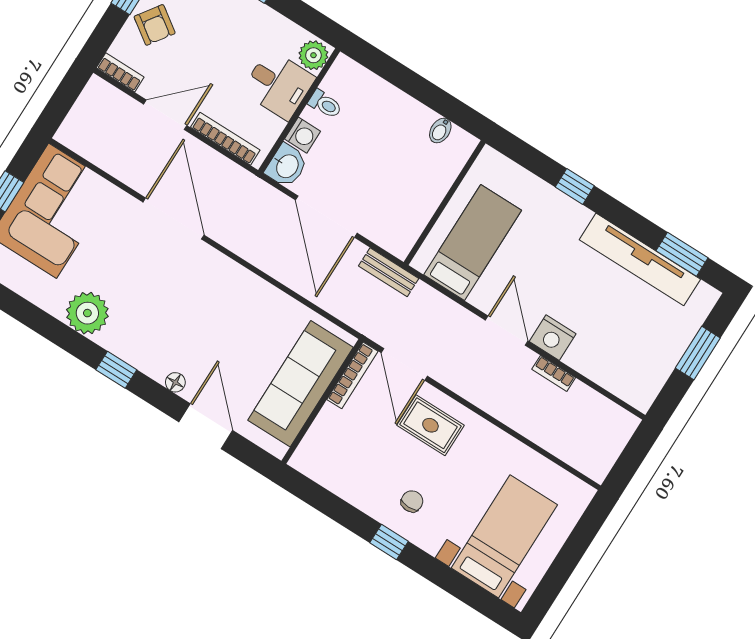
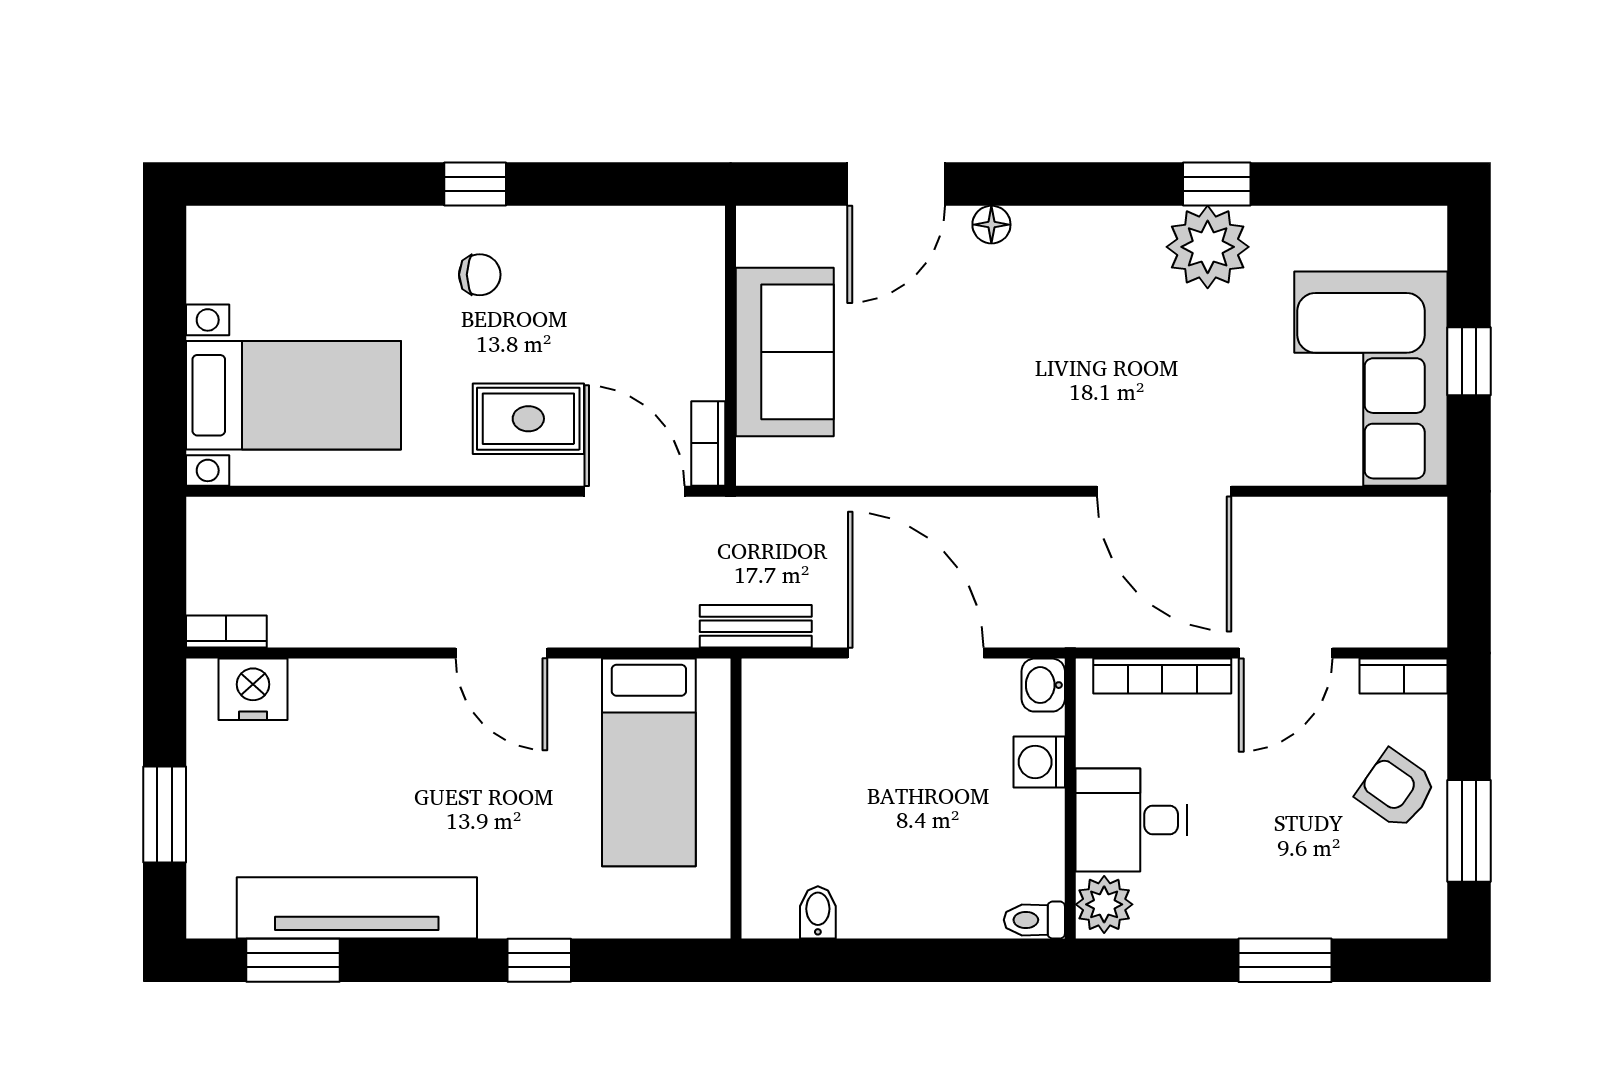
toilet: (325, 104) -> (1034, 920), moved
washbasin: (287, 166) -> (1043, 685), width x0.72, depth x0.69
nightstand: (553, 338) -> (253, 689), moved
window: (116, 370) -> (1217, 184), moved
bookcase: (554, 373) -> (226, 631), moved
bookcase: (352, 375) -> (708, 443), width x0.64
sofa: (300, 384) -> (785, 352), width x0.73
door: (206, 426) -> (896, 184), hinge flipped
chair: (412, 501) -> (480, 275), turned -90
bed with nightstands: (504, 536) -> (294, 395), moved, turned -90

